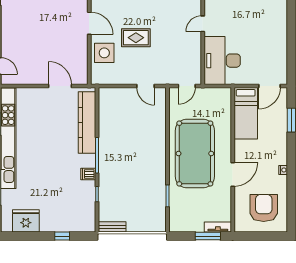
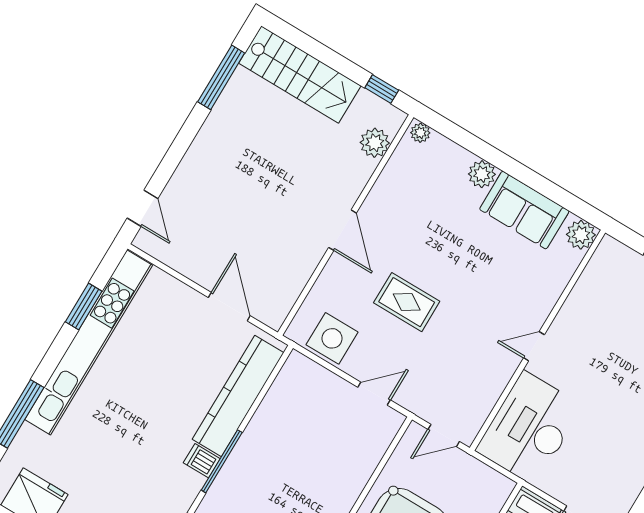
side table: (104, 53) -> (332, 338), moved
door: (146, 86) -> (374, 394), swing flipped
dishwasher: (88, 174) -> (202, 461), moved

